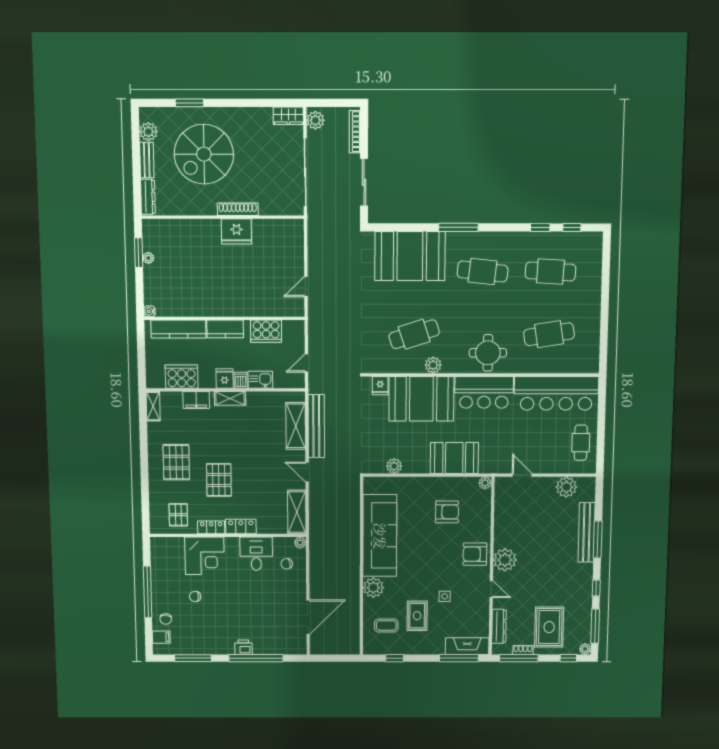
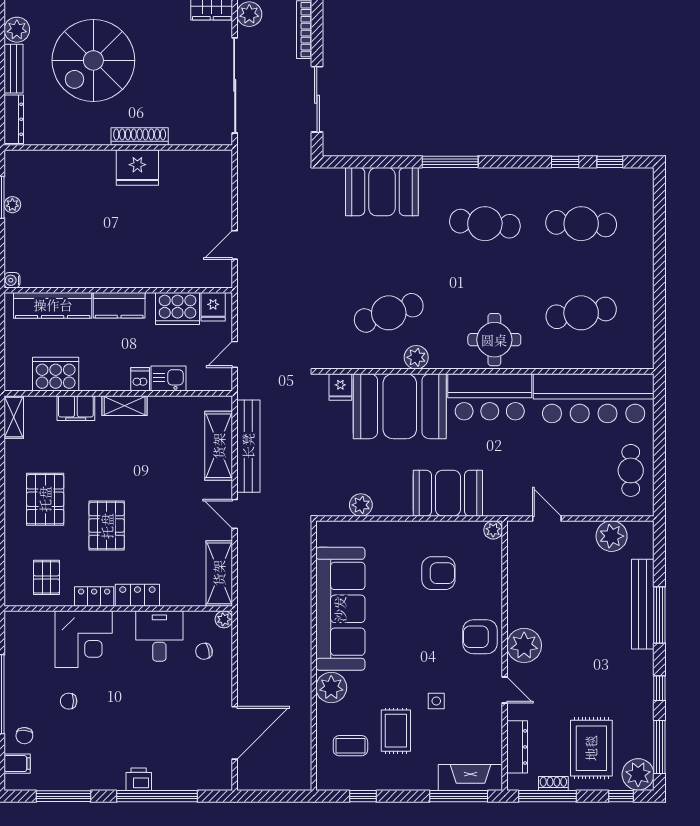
booth: (410, 256) -> (382, 192), width x0.73, depth x0.70
fridge: (225, 379) -> (213, 307), moved, turned 180
plant: (585, 649) -> (638, 774), width x1.87, depth x1.87

